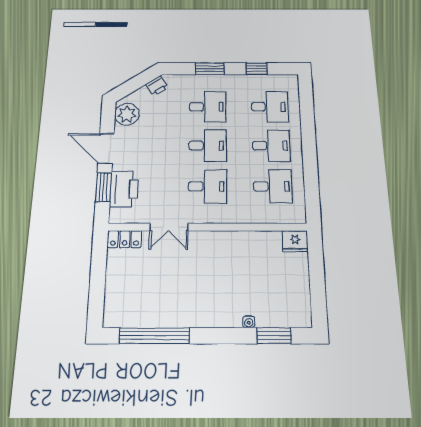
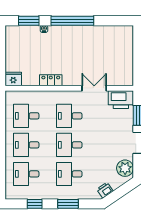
printer: (124, 189) -> (121, 100), moved, turned -90
locker: (125, 239) -> (51, 80), moved
window: (155, 336) -> (72, 21), moved

